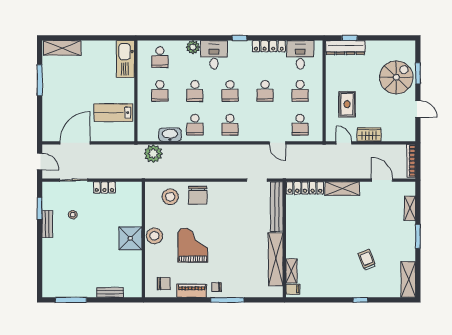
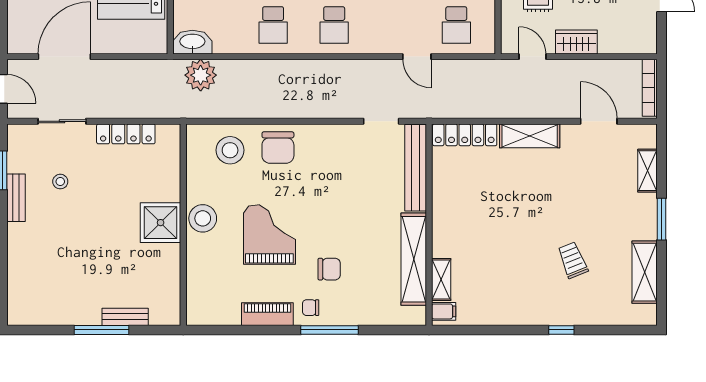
washbasin: (170, 135) -> (192, 42), moved
locker: (104, 187) -> (126, 134), width x1.53
shelving: (408, 279) -> (645, 272), moved
chair: (164, 283) -> (329, 269), moved
window: (71, 300) -> (102, 330), moved

